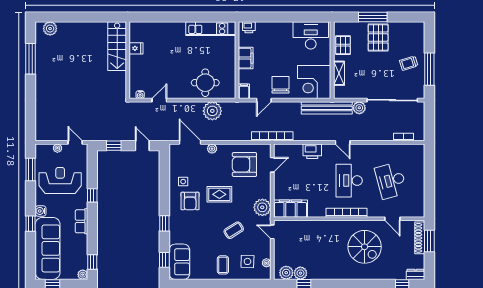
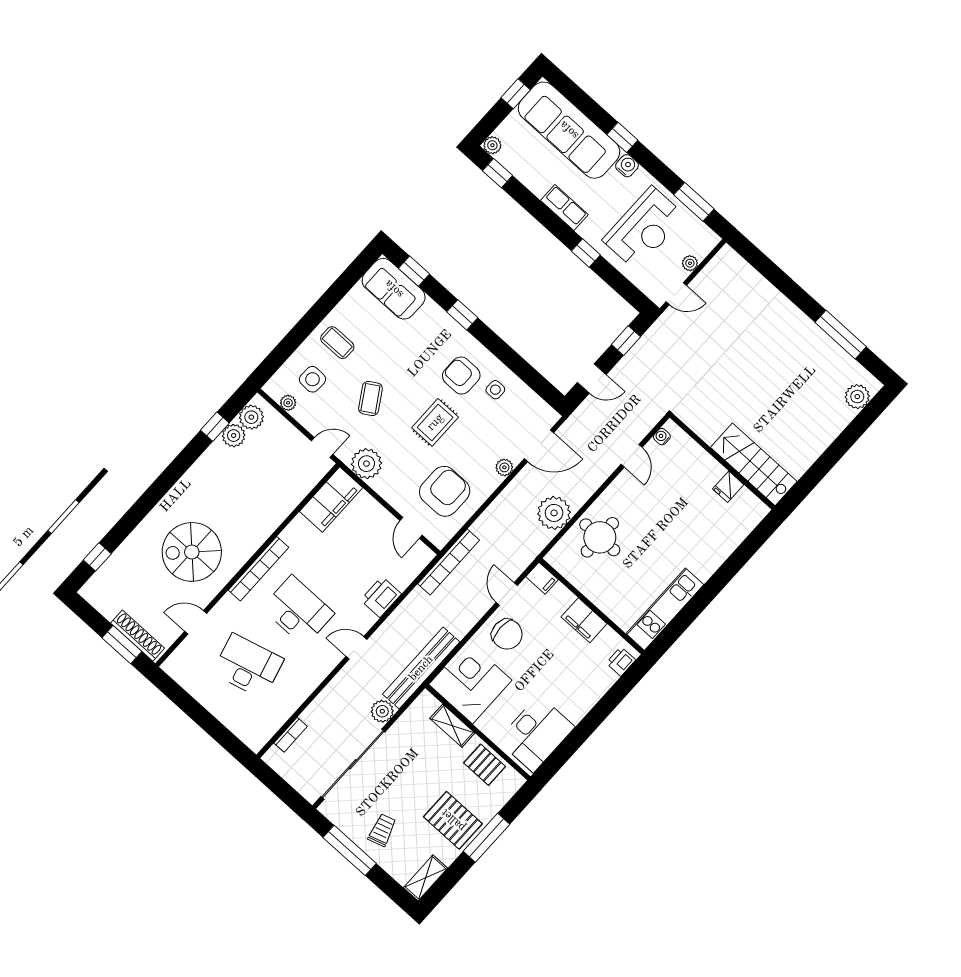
shelving: (412, 27) -> (426, 878), added
dresser: (415, 274) -> (94, 586), removed

